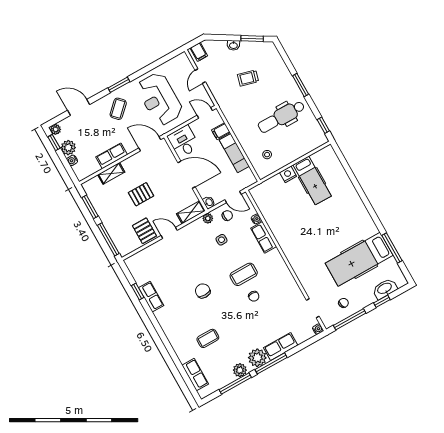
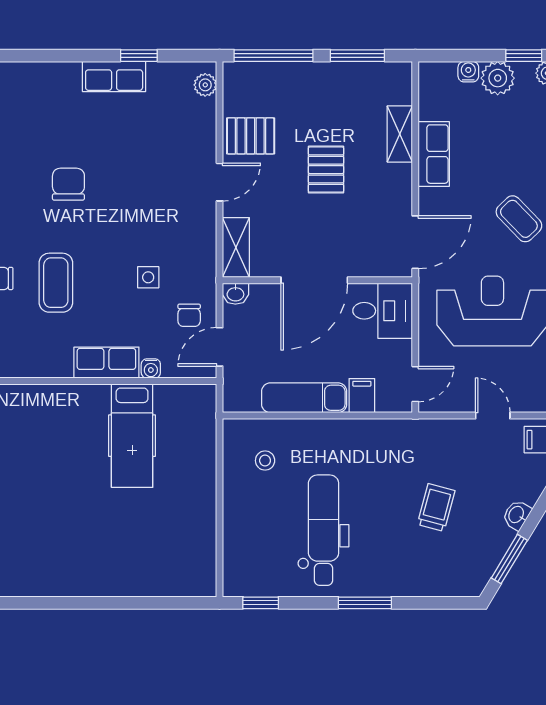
nightstand: (288, 174) -> (203, 480), removed
hospital bed: (312, 180) -> (132, 436), moved, turned -90
plant: (208, 218) -> (205, 85), moved
chair: (203, 291) -> (68, 184), turned -90

